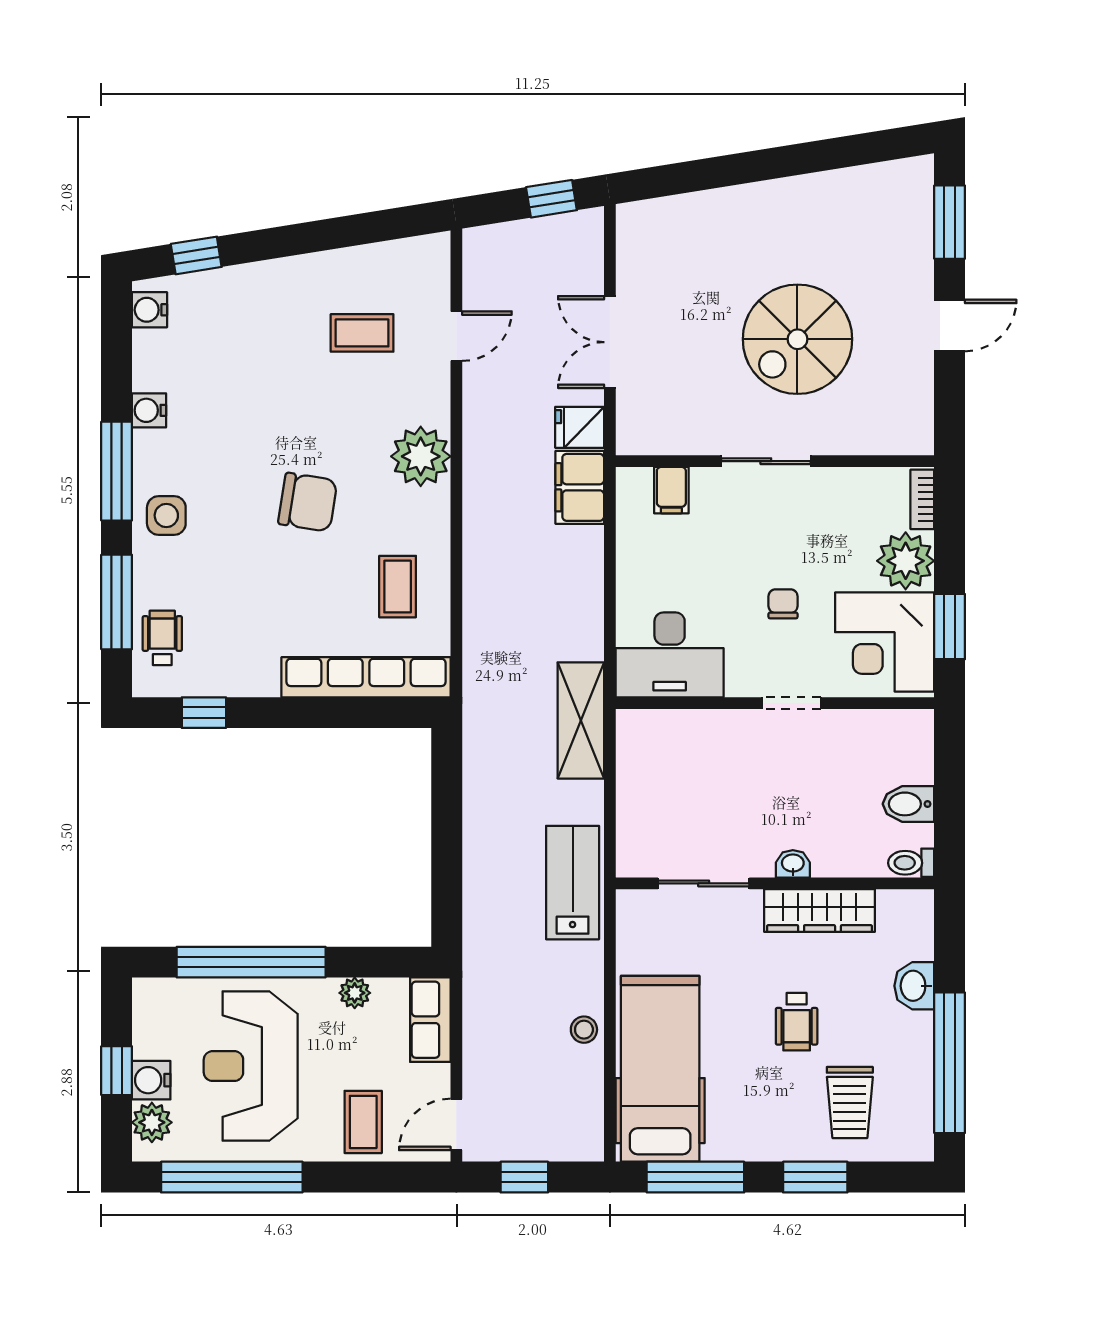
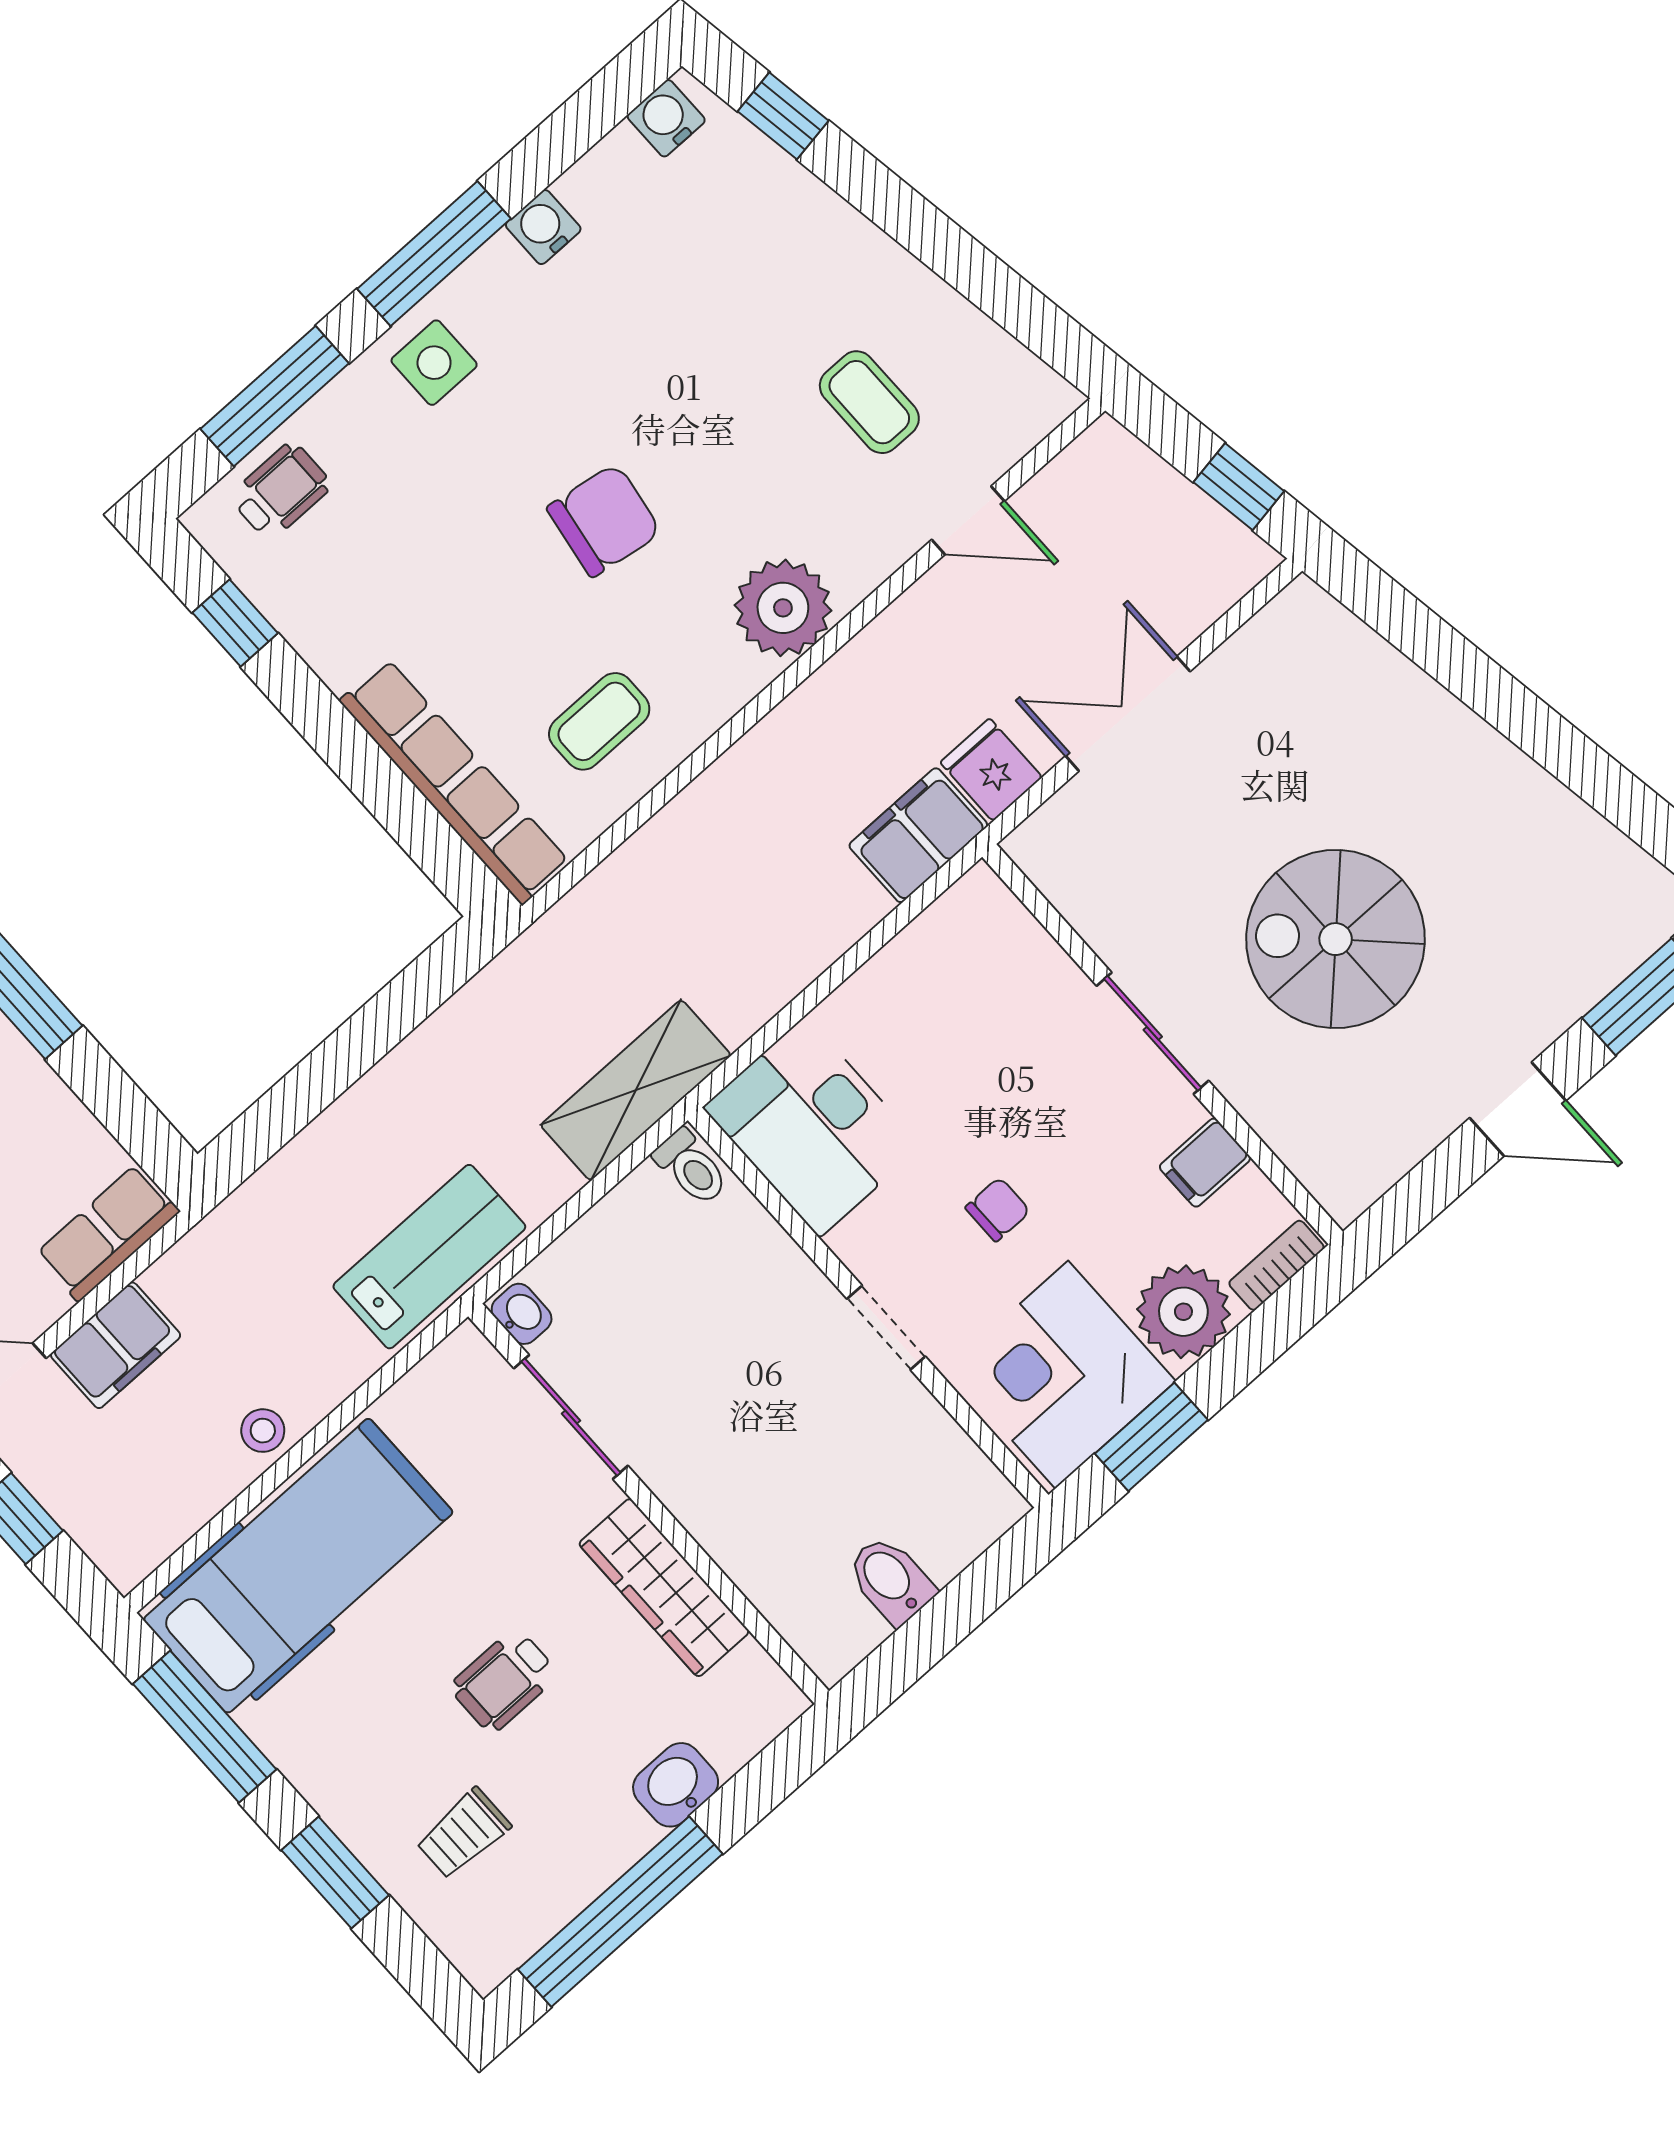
filing cabinet: (671, 490) -> (1205, 1163), moved
chair: (308, 502) -> (604, 520), turned -90
toilet: (911, 863) -> (691, 1167), moved, turned 180
washbasin: (793, 864) -> (522, 1314), moved
plant: (355, 993) -> (58, 1111), removed
filing cabinet: (485, 1062) -> (116, 1345), added
trolley: (850, 1102) -> (463, 1833), width x0.73, depth x0.72

